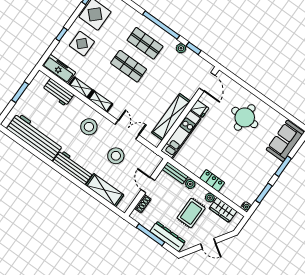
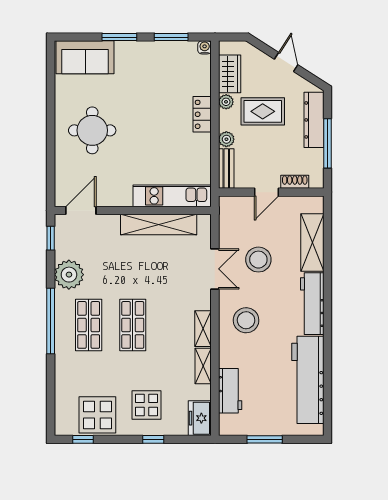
plant: (181, 48) -> (69, 275), width x1.88, depth x1.88
window: (194, 48) -> (51, 238), moved
freezer: (59, 69) -> (200, 418), width x0.71
fridge: (200, 109) -> (122, 196), removed
double door: (127, 130) -> (215, 269), swing flipped

